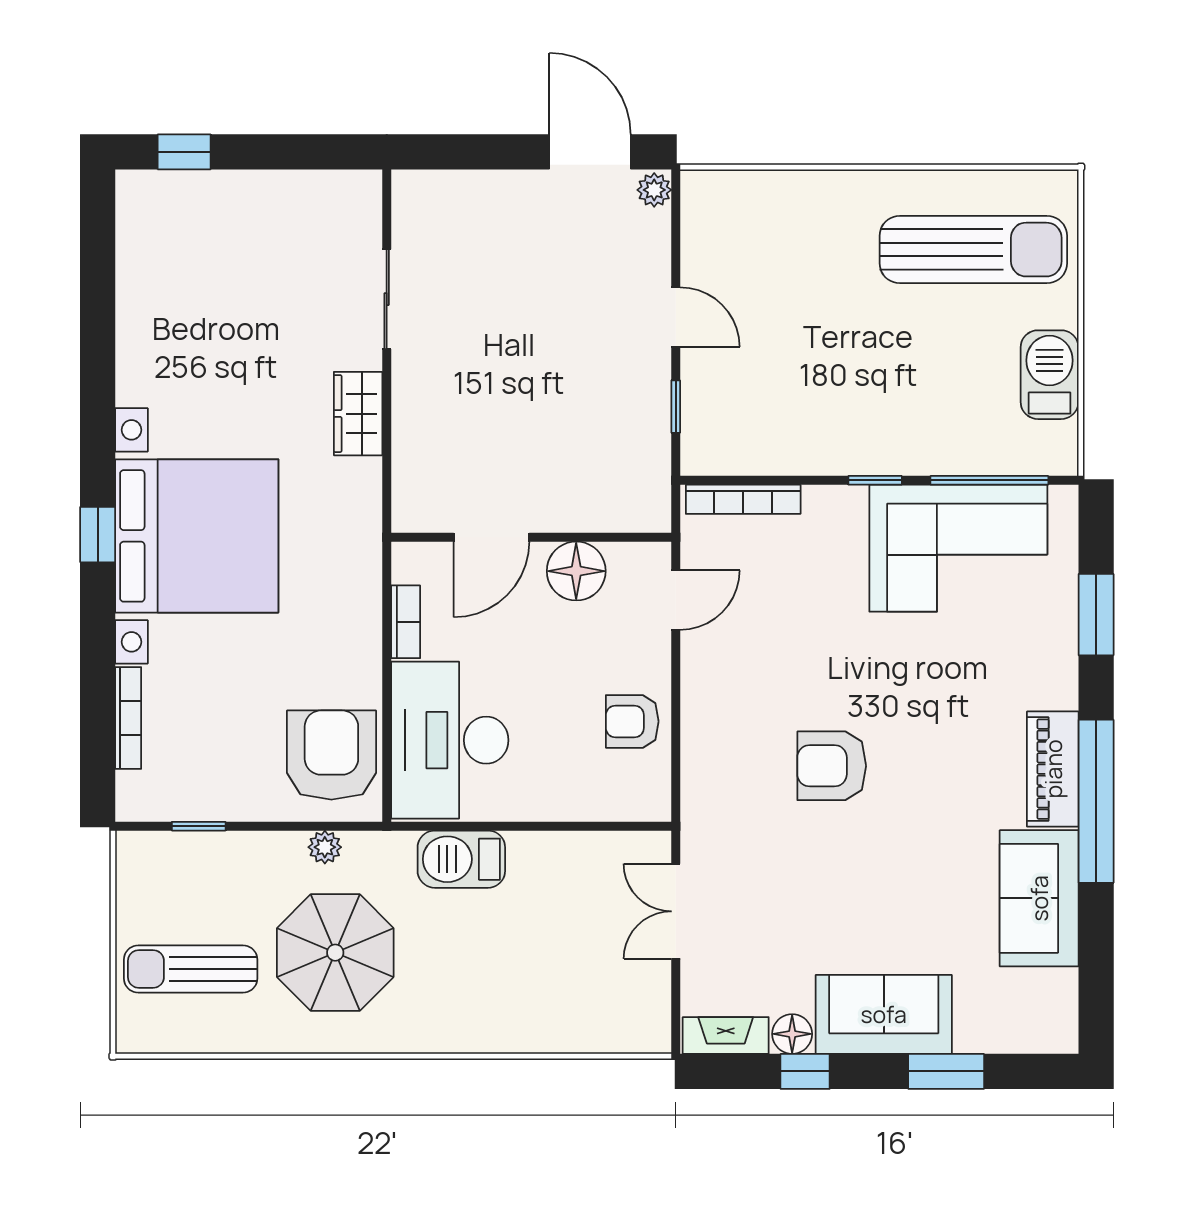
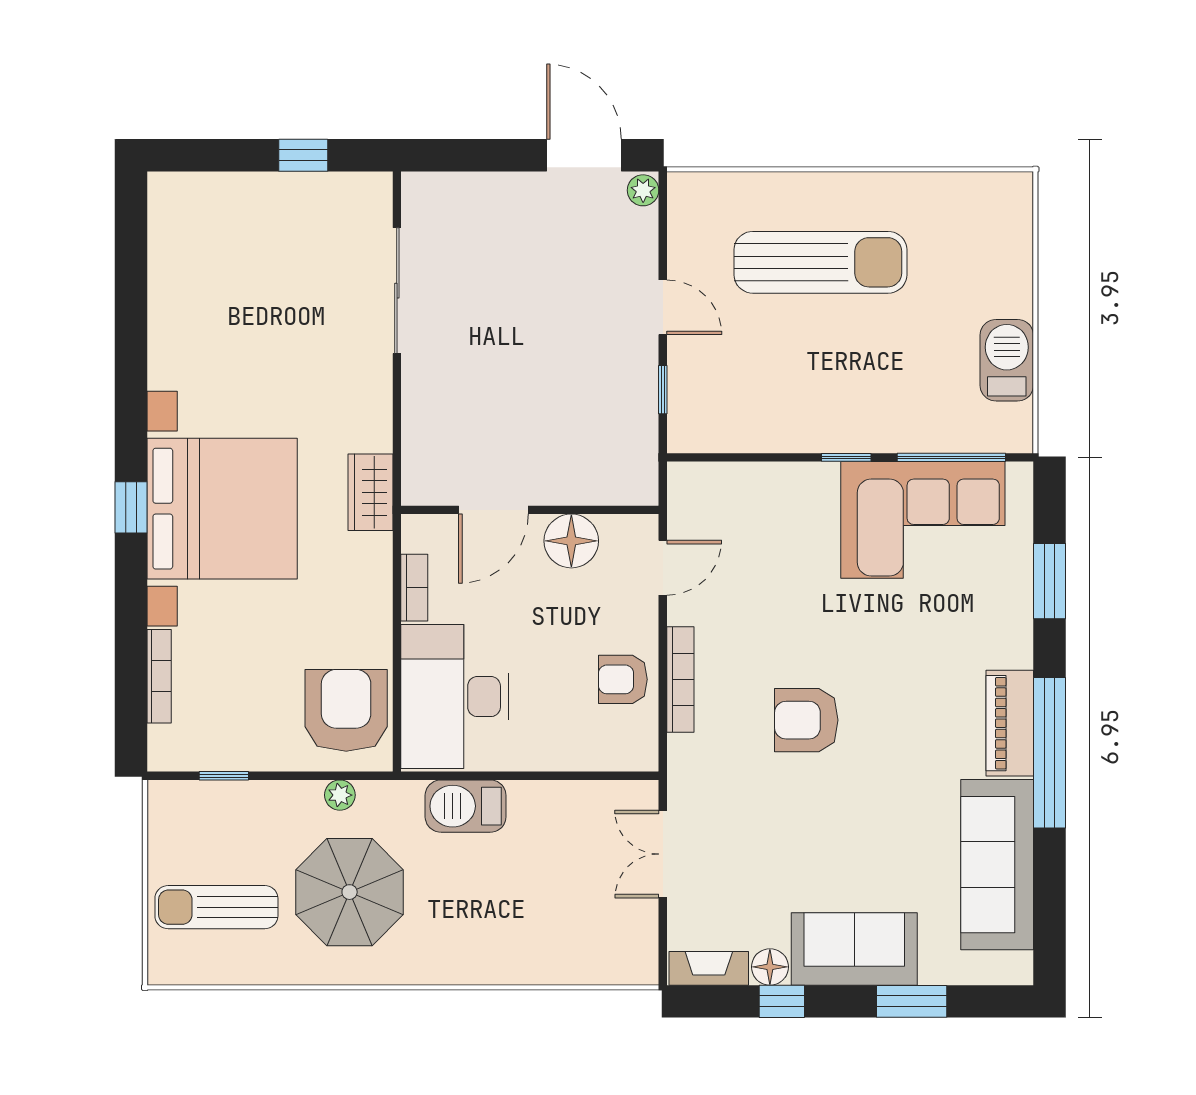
window: (184, 152) -> (303, 155), moved
sun lounger: (973, 250) -> (820, 262), moved
sliding door: (387, 299) -> (397, 291), width x1.37
wardrobe: (358, 414) -> (371, 492), moved
bookcase: (743, 499) -> (680, 679), moved, turned -90
sofa: (1039, 898) -> (997, 865), width x1.36

